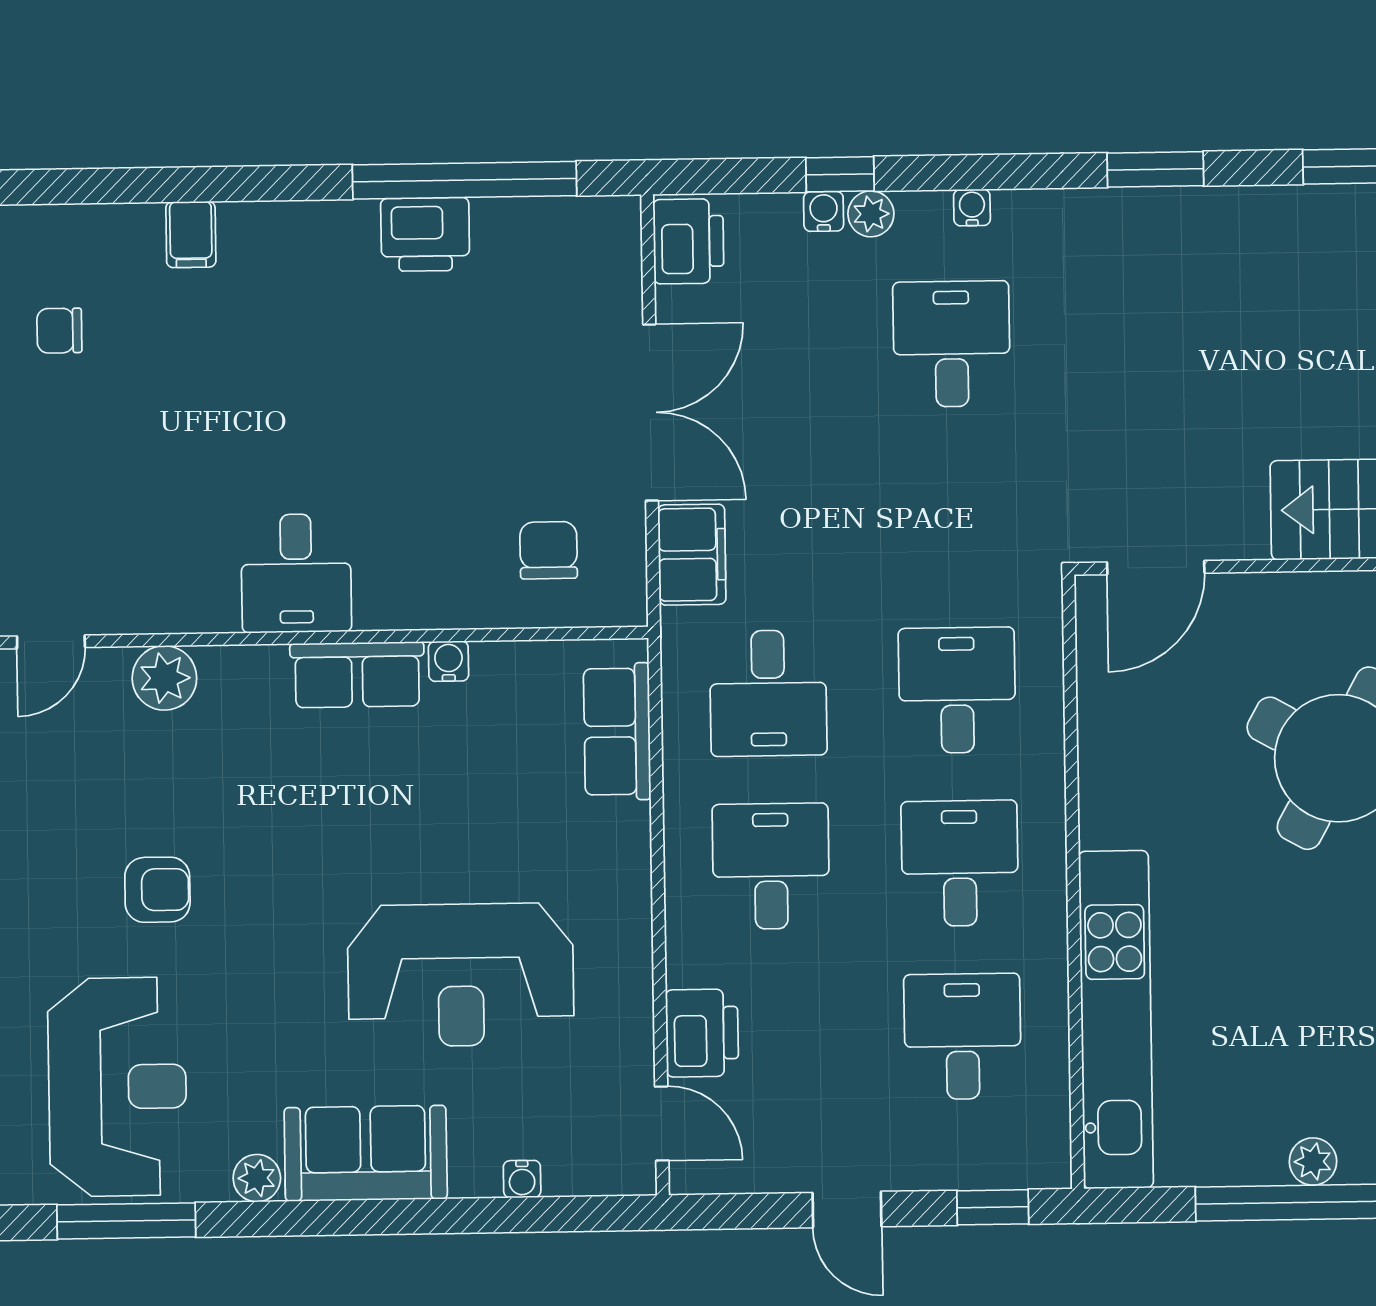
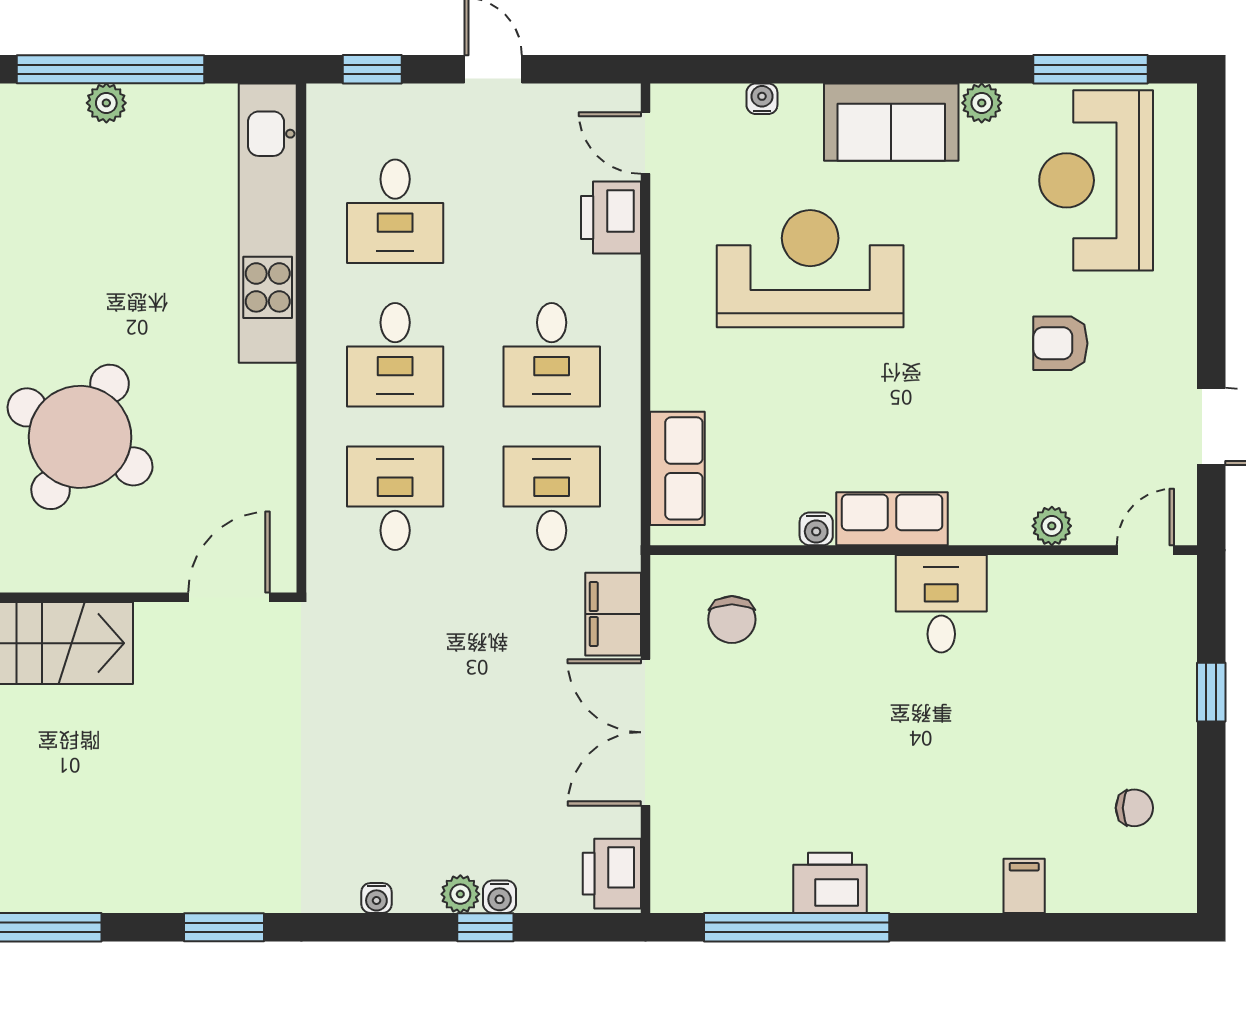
desk: (952, 344) -> (395, 785), removed
plant: (164, 678) -> (1052, 526), width x0.73, depth x0.73
desk: (957, 690) -> (395, 498), turned 180

